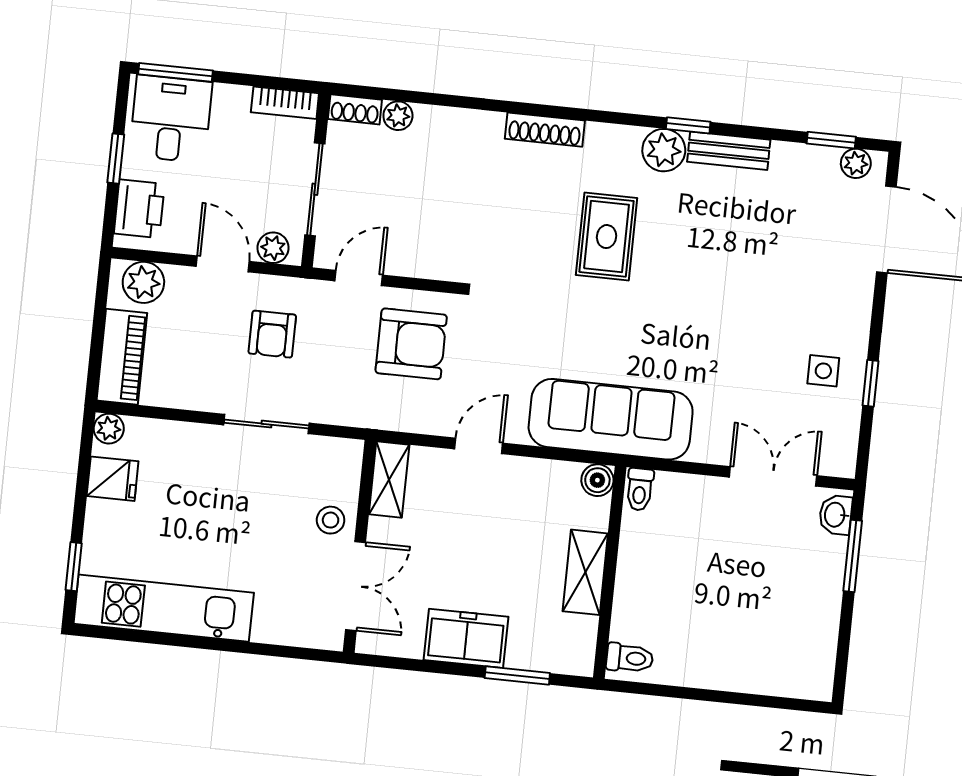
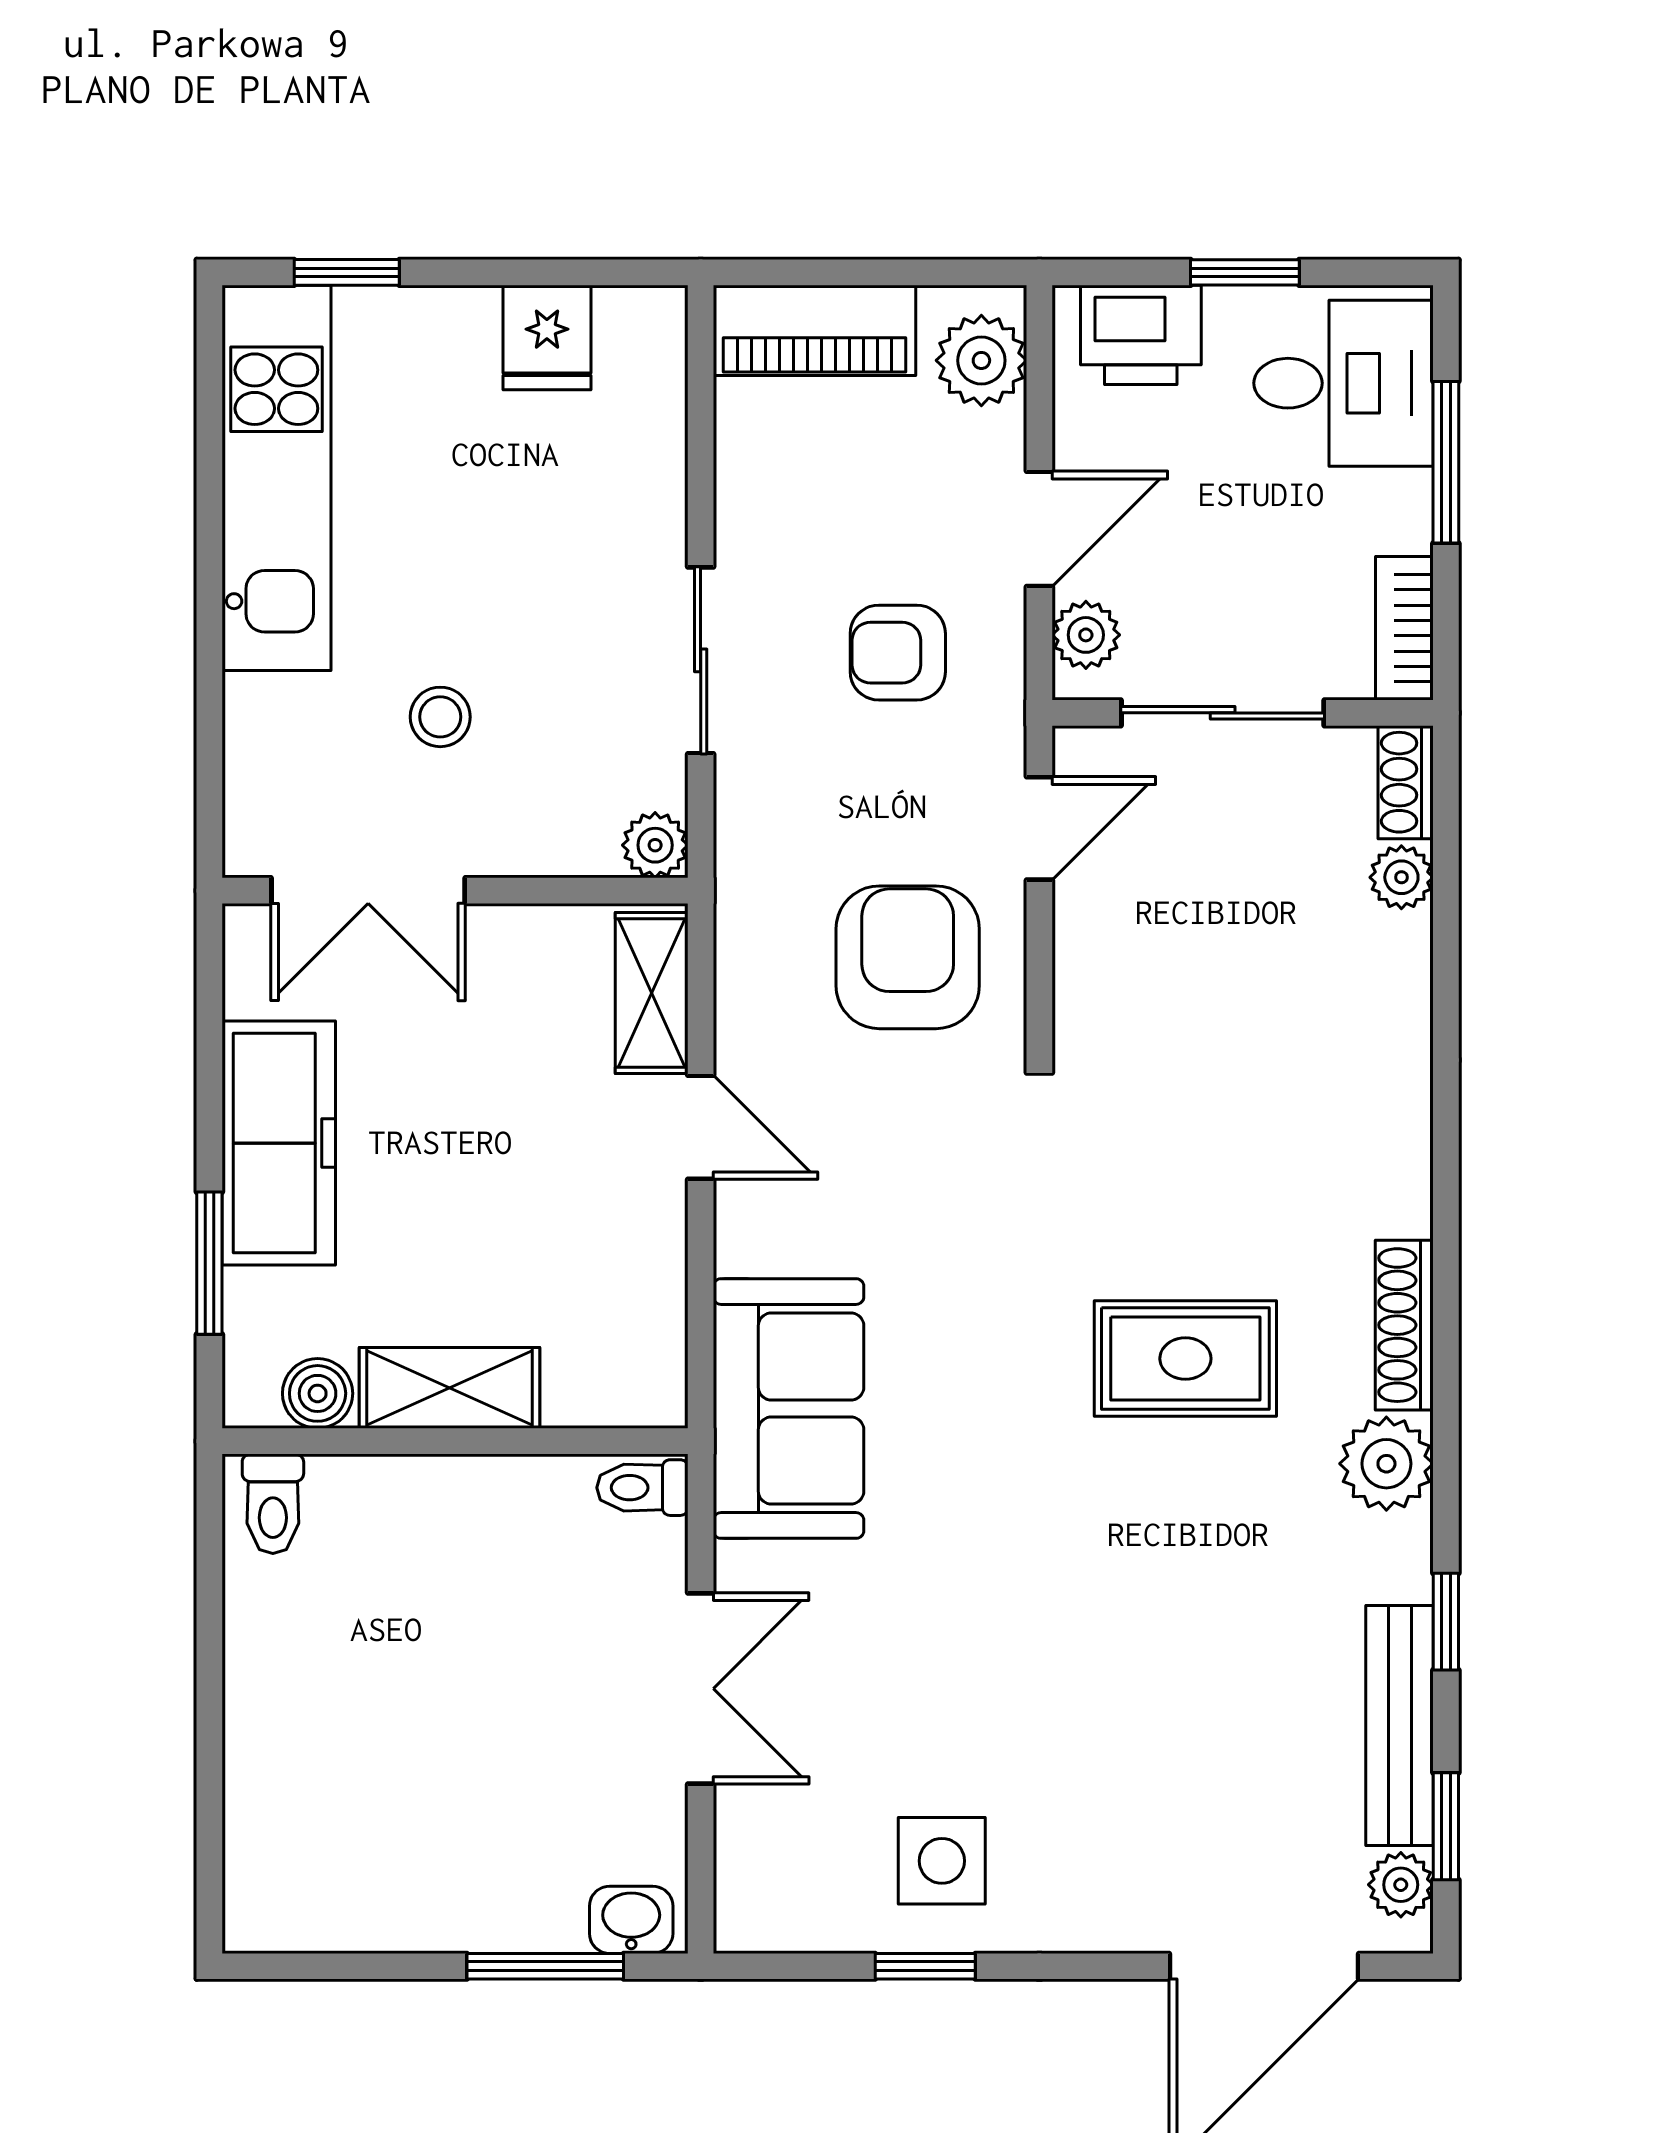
window: (176, 72) -> (1446, 462), moved
window: (688, 125) -> (1446, 1622), moved
shoe rack: (545, 130) -> (1404, 1325), moved
bench: (729, 151) -> (1400, 1725), moved, width x1.36
door: (359, 278) -> (1039, 828), hinge flipped
armchair: (411, 344) -> (908, 957), turned 180
side table: (823, 371) -> (942, 1861), width x1.37, depth x1.37
sofa: (611, 419) -> (789, 1409), width x0.73
plant: (109, 429) -> (655, 845), moved
double door: (773, 476) -> (701, 1689), moved
shelving: (389, 480) -> (652, 993), moved, turned 90
boiler: (597, 480) -> (318, 1393), moved
stool: (331, 520) -> (440, 717), moved
freezer: (466, 638) -> (279, 1143), width x1.40

